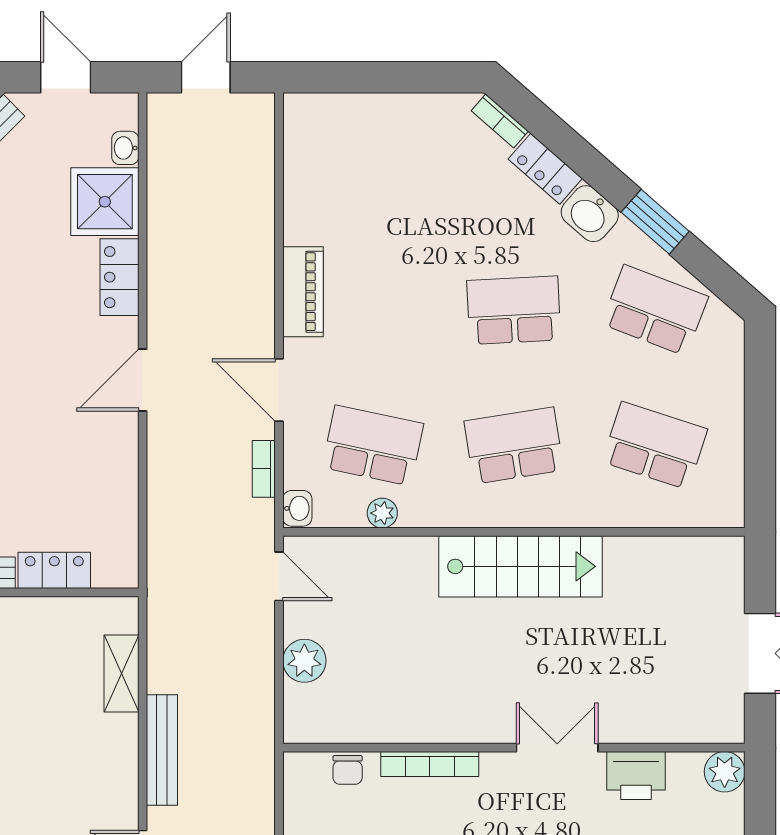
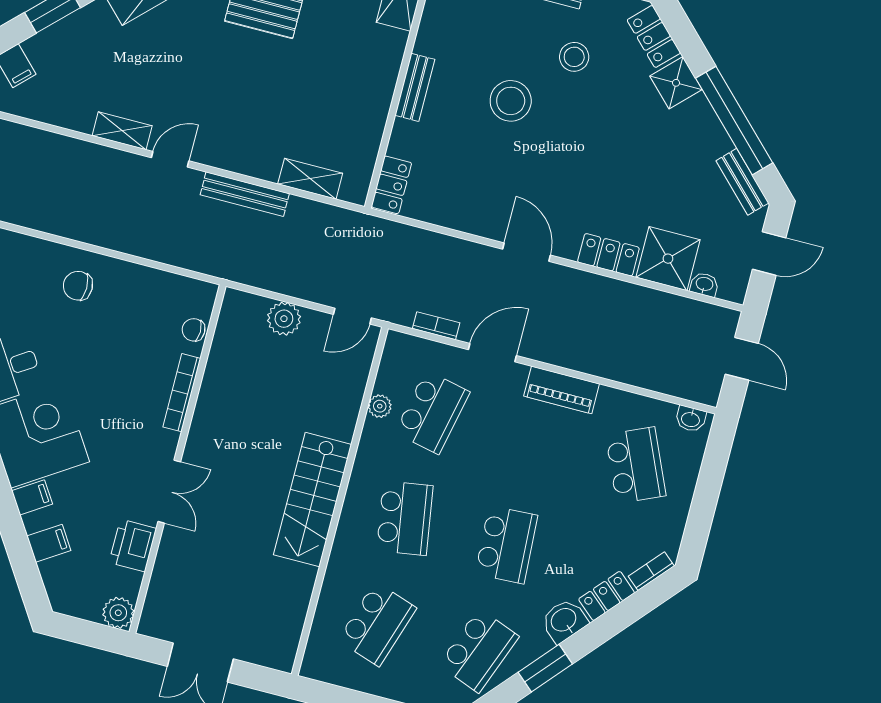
school desk: (373, 175) -> (636, 465), added
washbasin: (297, 508) -> (691, 419), moved
locker: (54, 570) -> (391, 185), moved

